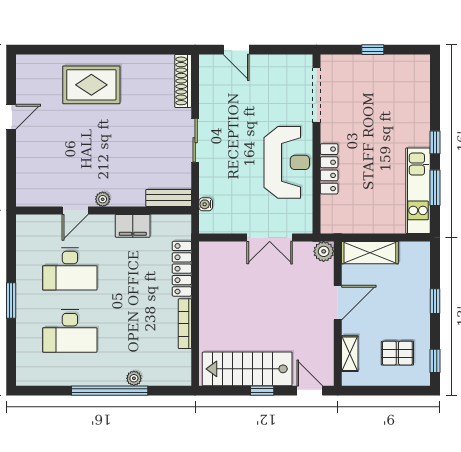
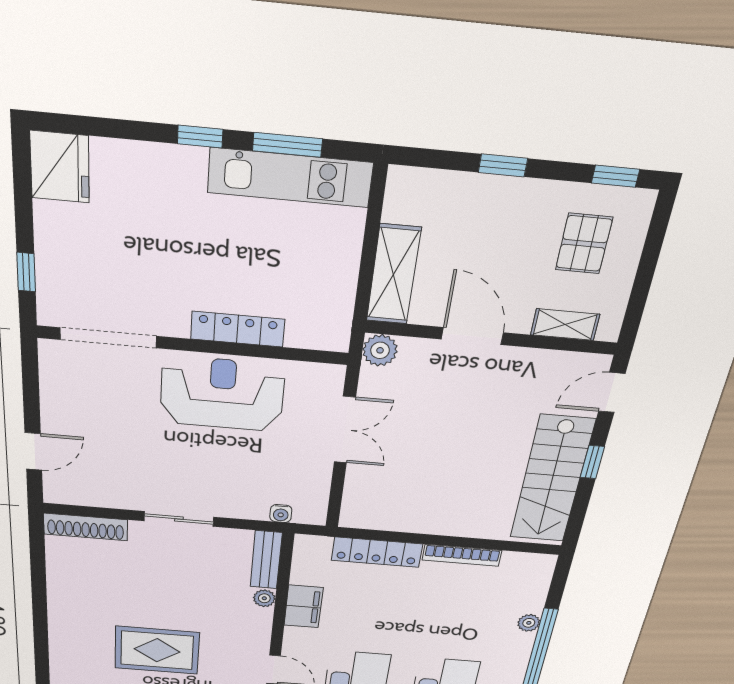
window: (373, 50) -> (26, 272), moved
fridge: (412, 70) -> (60, 167), added
rug: (91, 85) -> (157, 650), moved, turned 90
plant: (103, 199) -> (264, 598), moved

